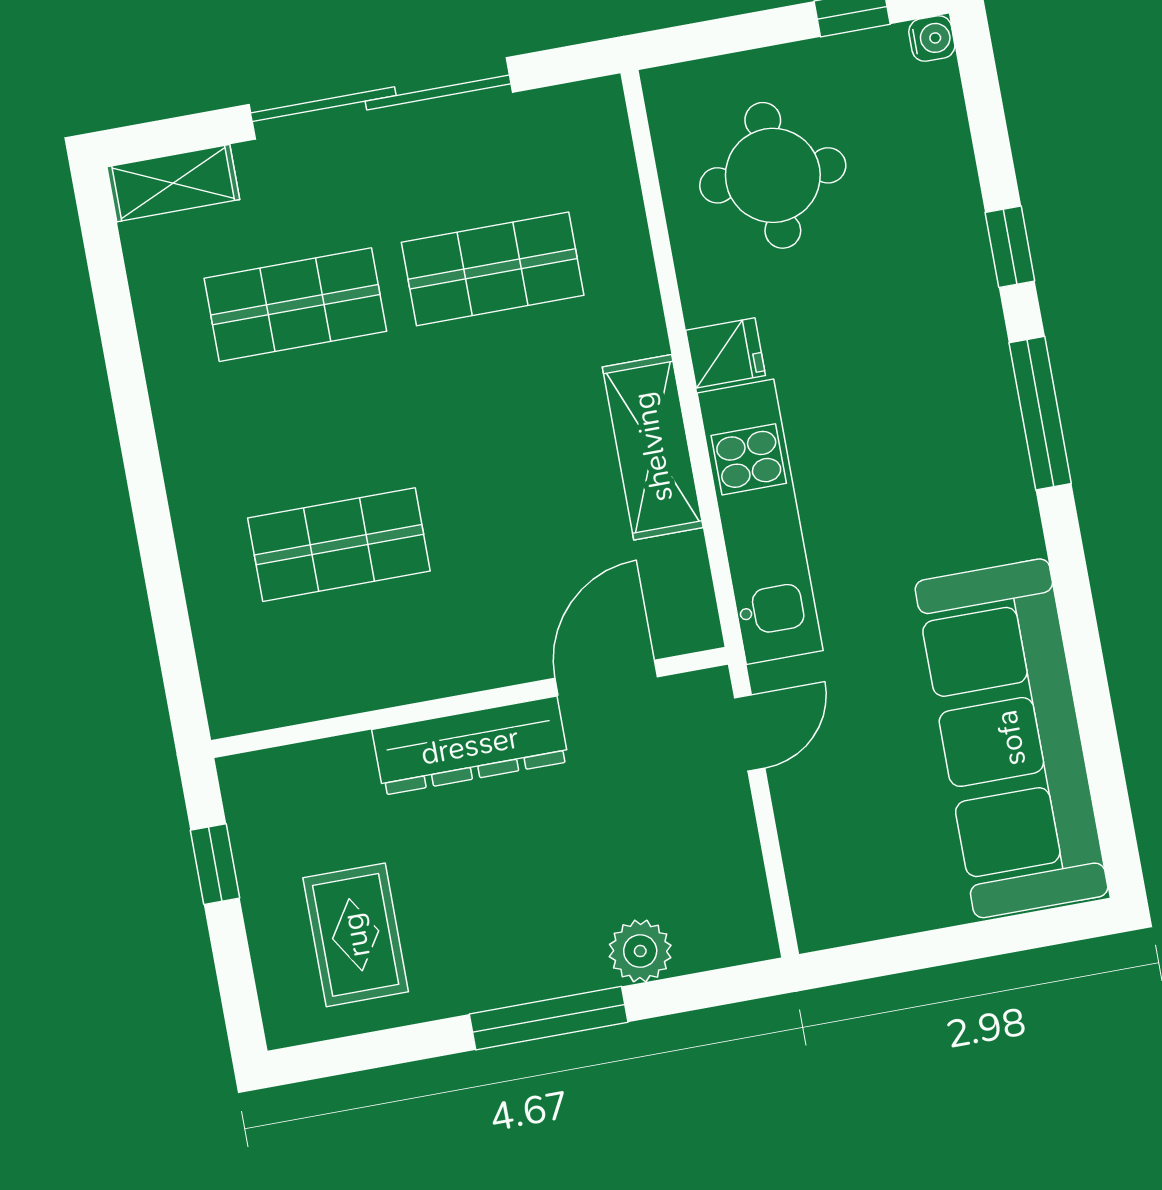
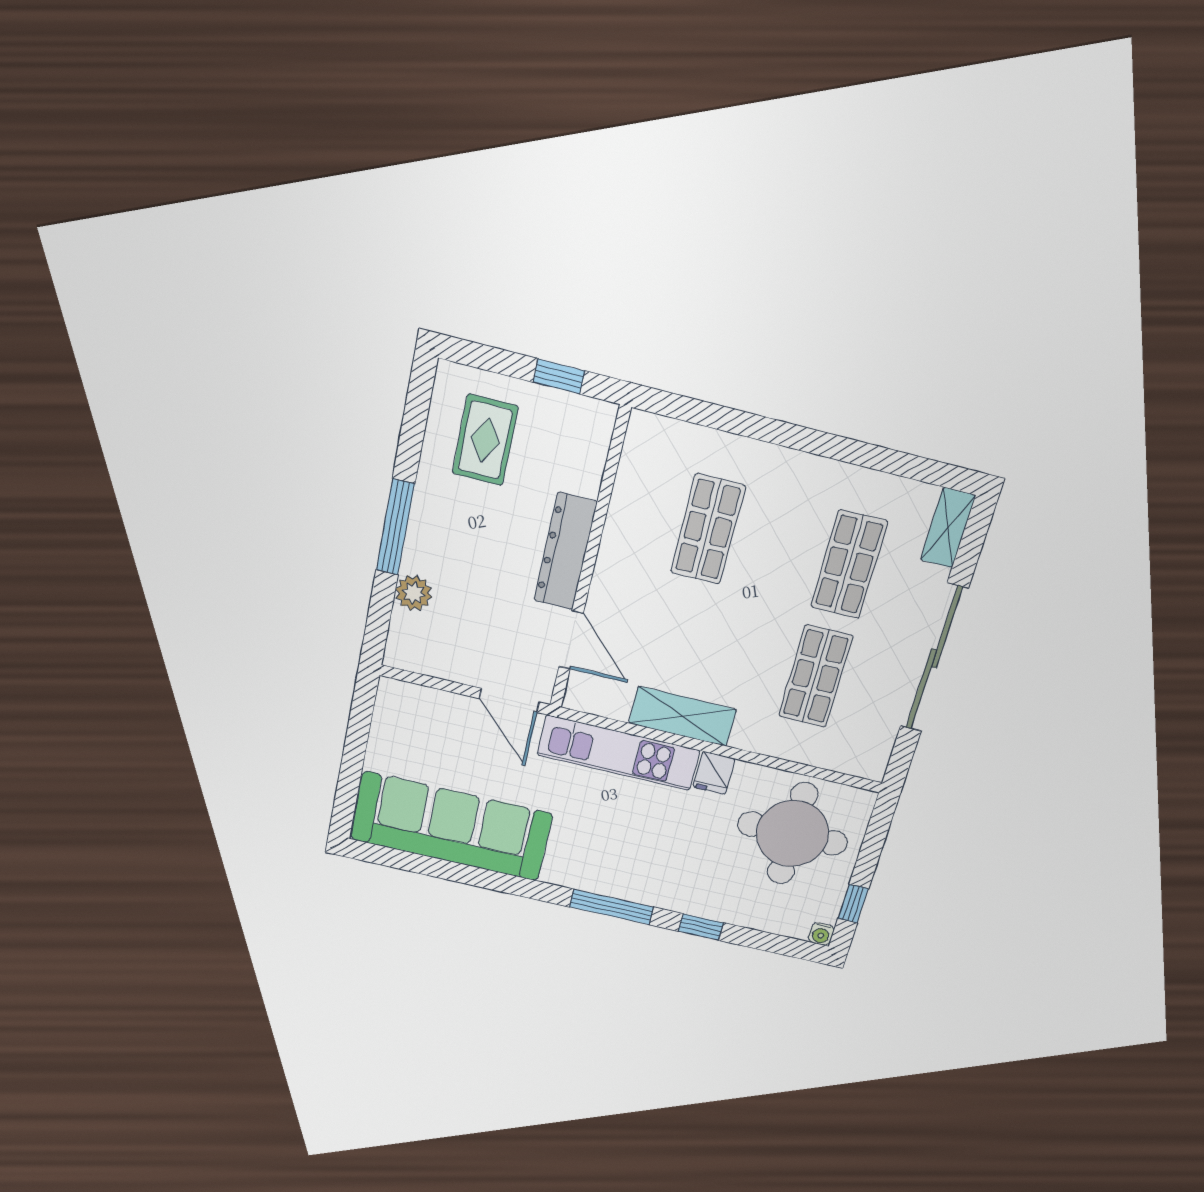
round table: (773, 175) -> (793, 834), width x1.36, depth x1.36
door: (750, 733) -> (509, 700), width x1.38
rug: (356, 935) -> (485, 440), turned 90

